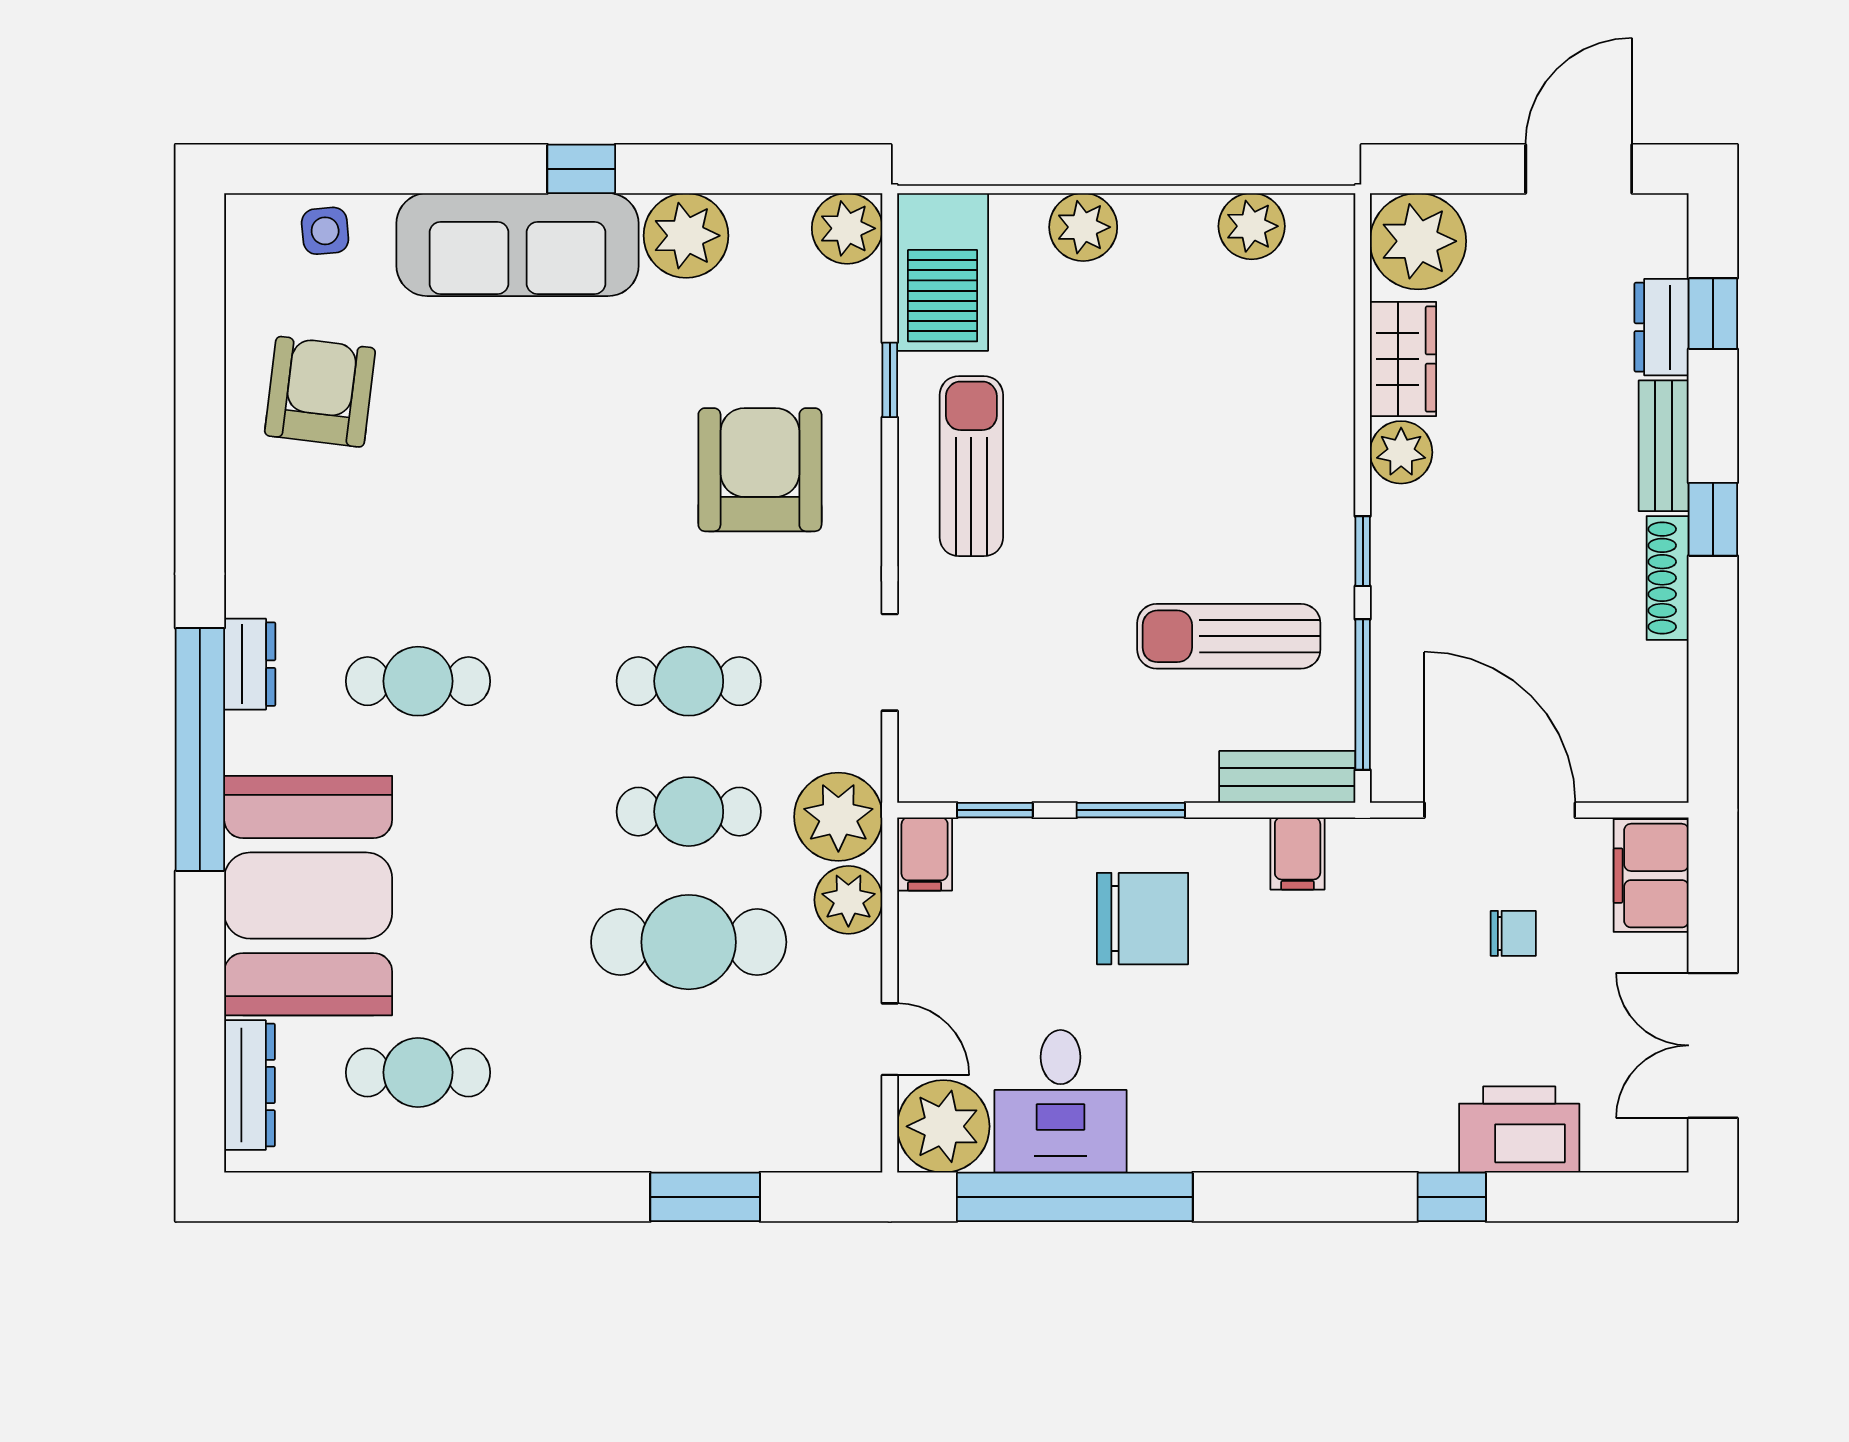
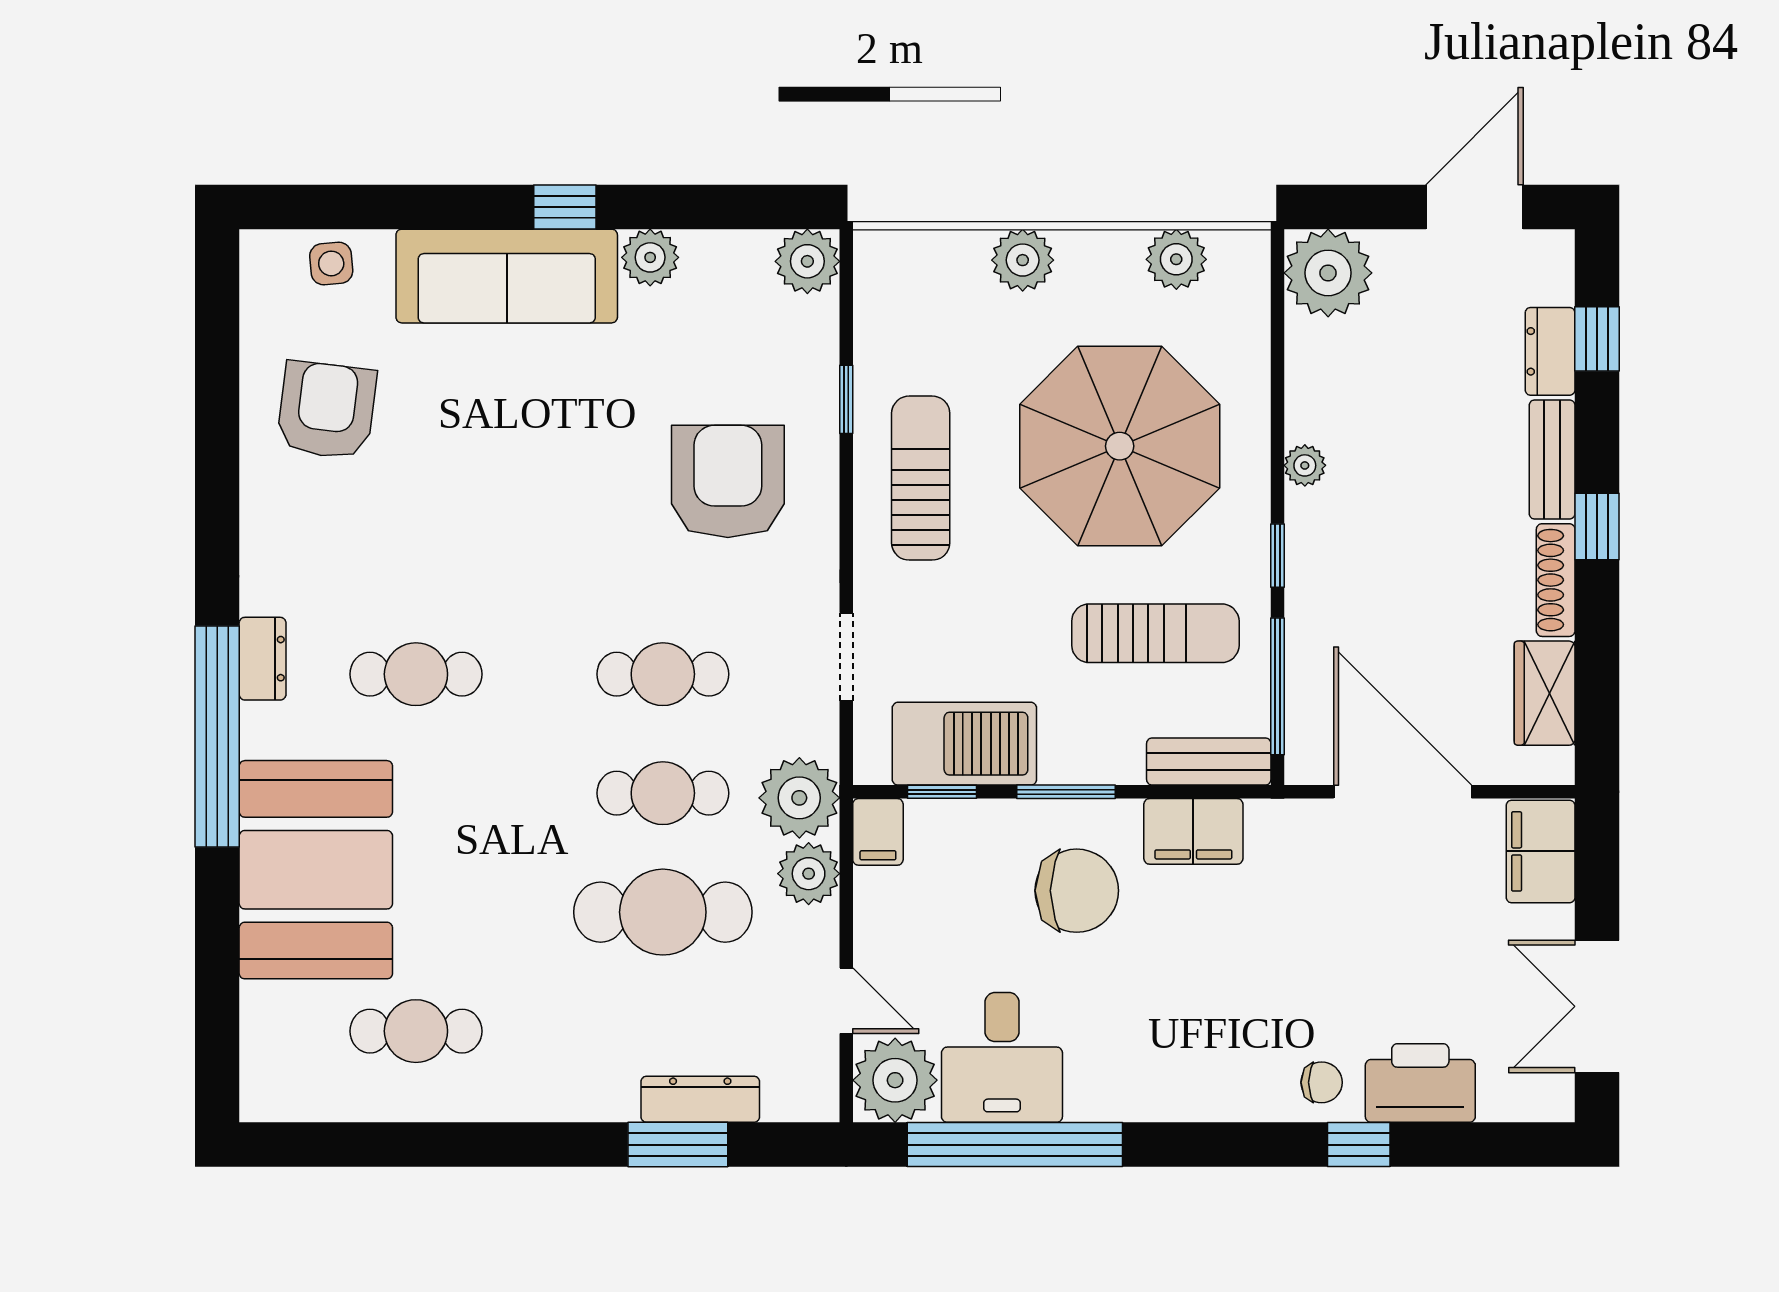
plant: (686, 236) -> (650, 257), width x0.73, depth x0.73
barbecue: (943, 272) -> (964, 744), moved, turned -90
wardrobe: (1403, 359) -> (1545, 693), moved, turned 180
parasol: (1190, 431) -> (1120, 446), added
plant: (1401, 452) -> (1305, 465), width x0.73, depth x0.73
sun lounger: (1229, 636) -> (1155, 633), turned 180
filing cabinet: (1298, 854) -> (1193, 831), width x2.00
chair: (1513, 933) -> (1322, 1082), moved
dresser: (250, 1085) -> (700, 1099), moved, turned -90

